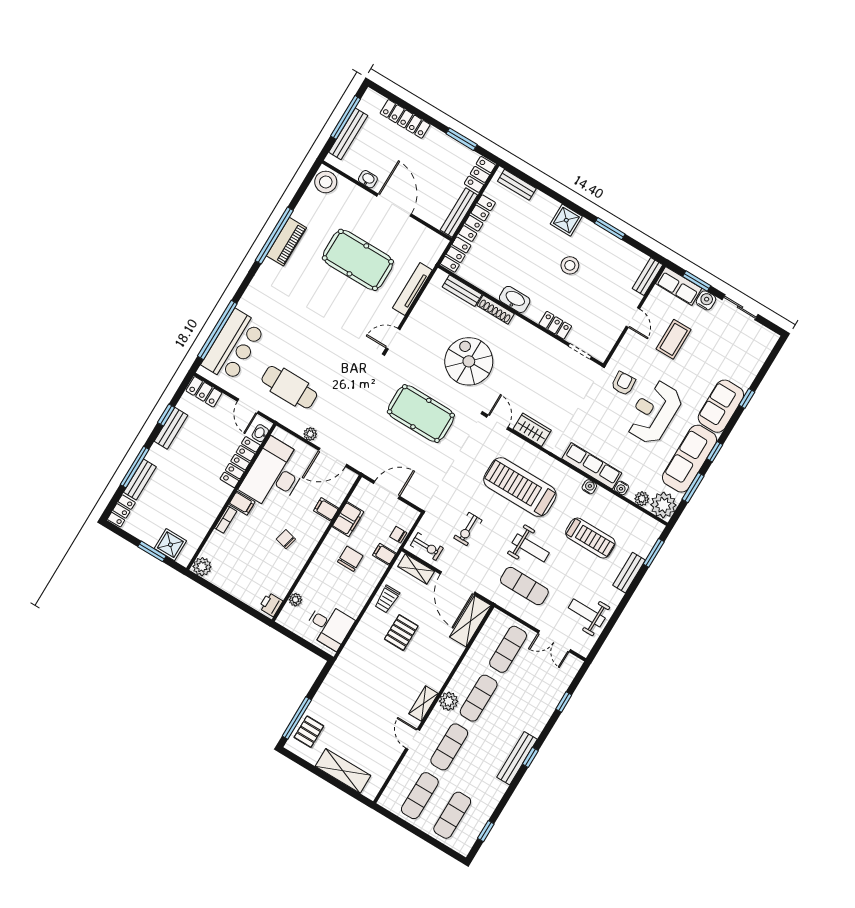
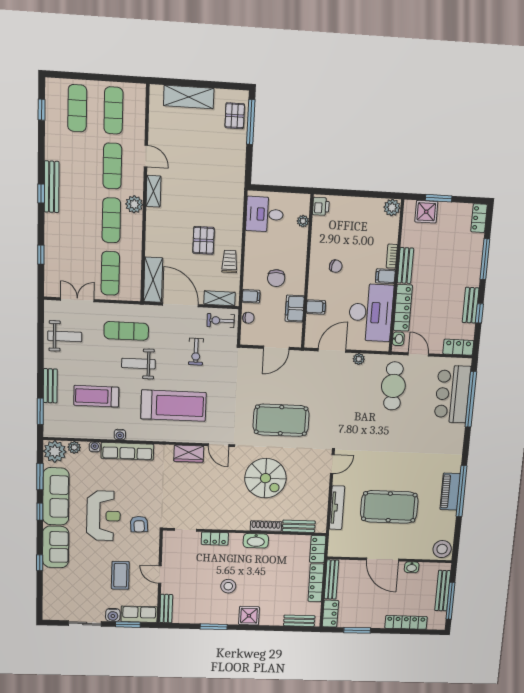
cafe table: (289, 387) -> (393, 386), turned 90
bench: (140, 480) -> (405, 266), moved
exercise bike: (468, 529) -> (196, 352), turned 180

